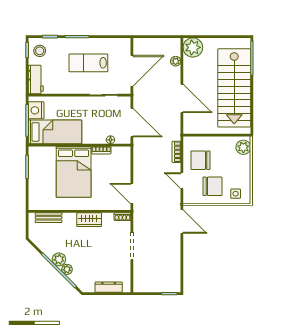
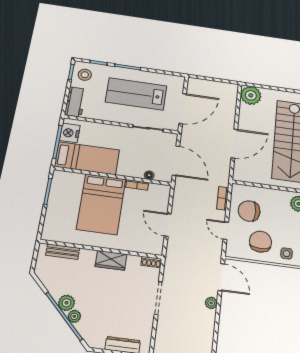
plant: (176, 61) -> (211, 303), moved
lab bench: (88, 63) -> (136, 94), width x1.36, depth x1.39
door: (182, 98) -> (234, 144), hinge flipped
chair: (212, 186) -> (260, 242), turned -90
door: (132, 194) -> (168, 225), moved

